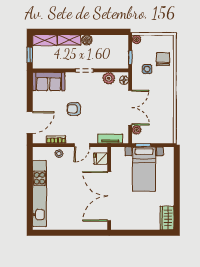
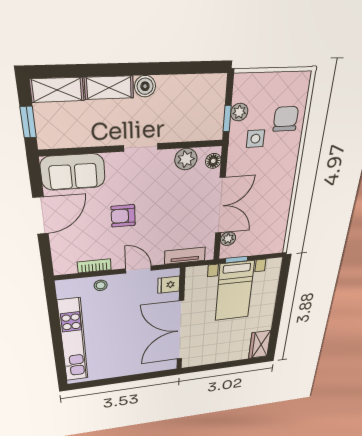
plant: (136, 39) -> (239, 112), moved
door: (30, 122) -> (41, 216), moved
door: (82, 145) -> (139, 270), swing flipped

